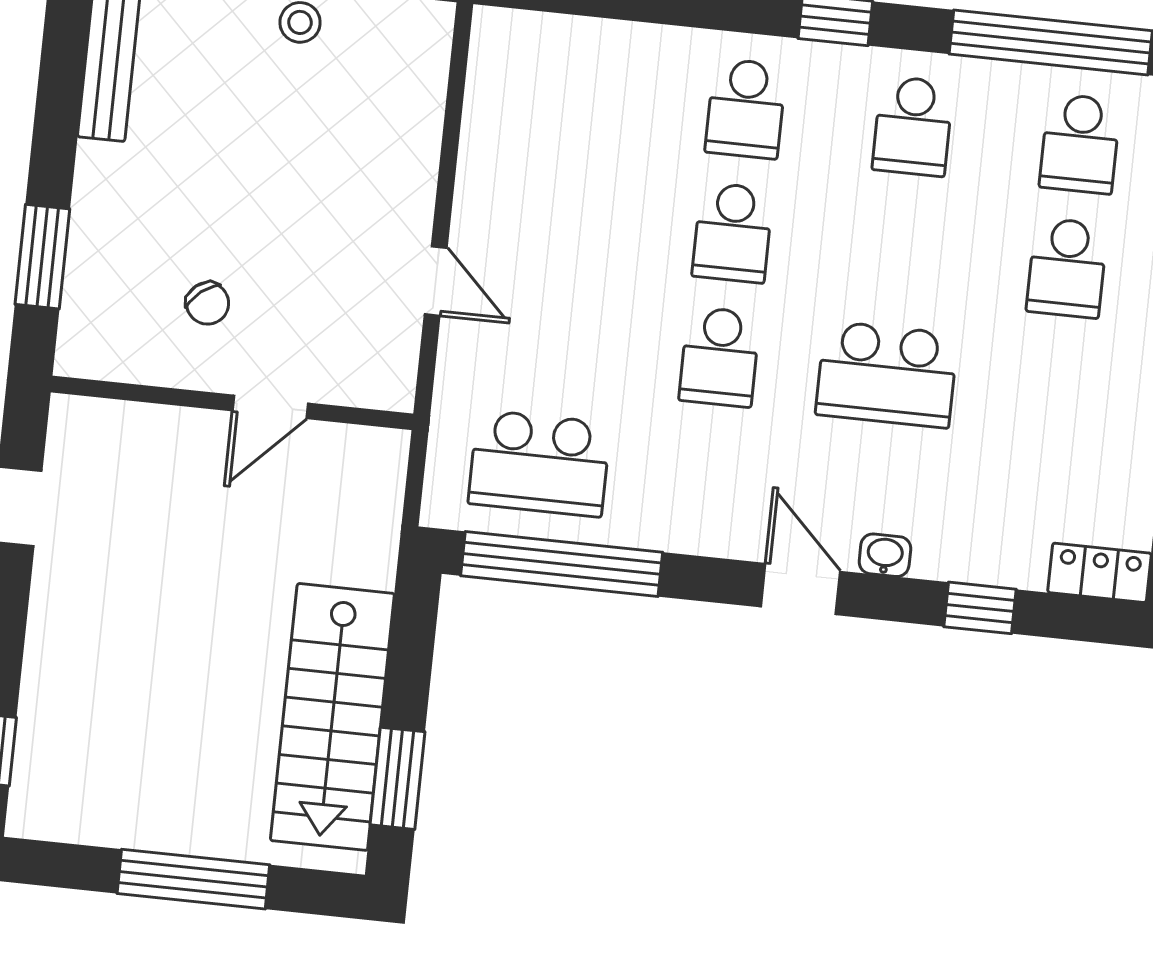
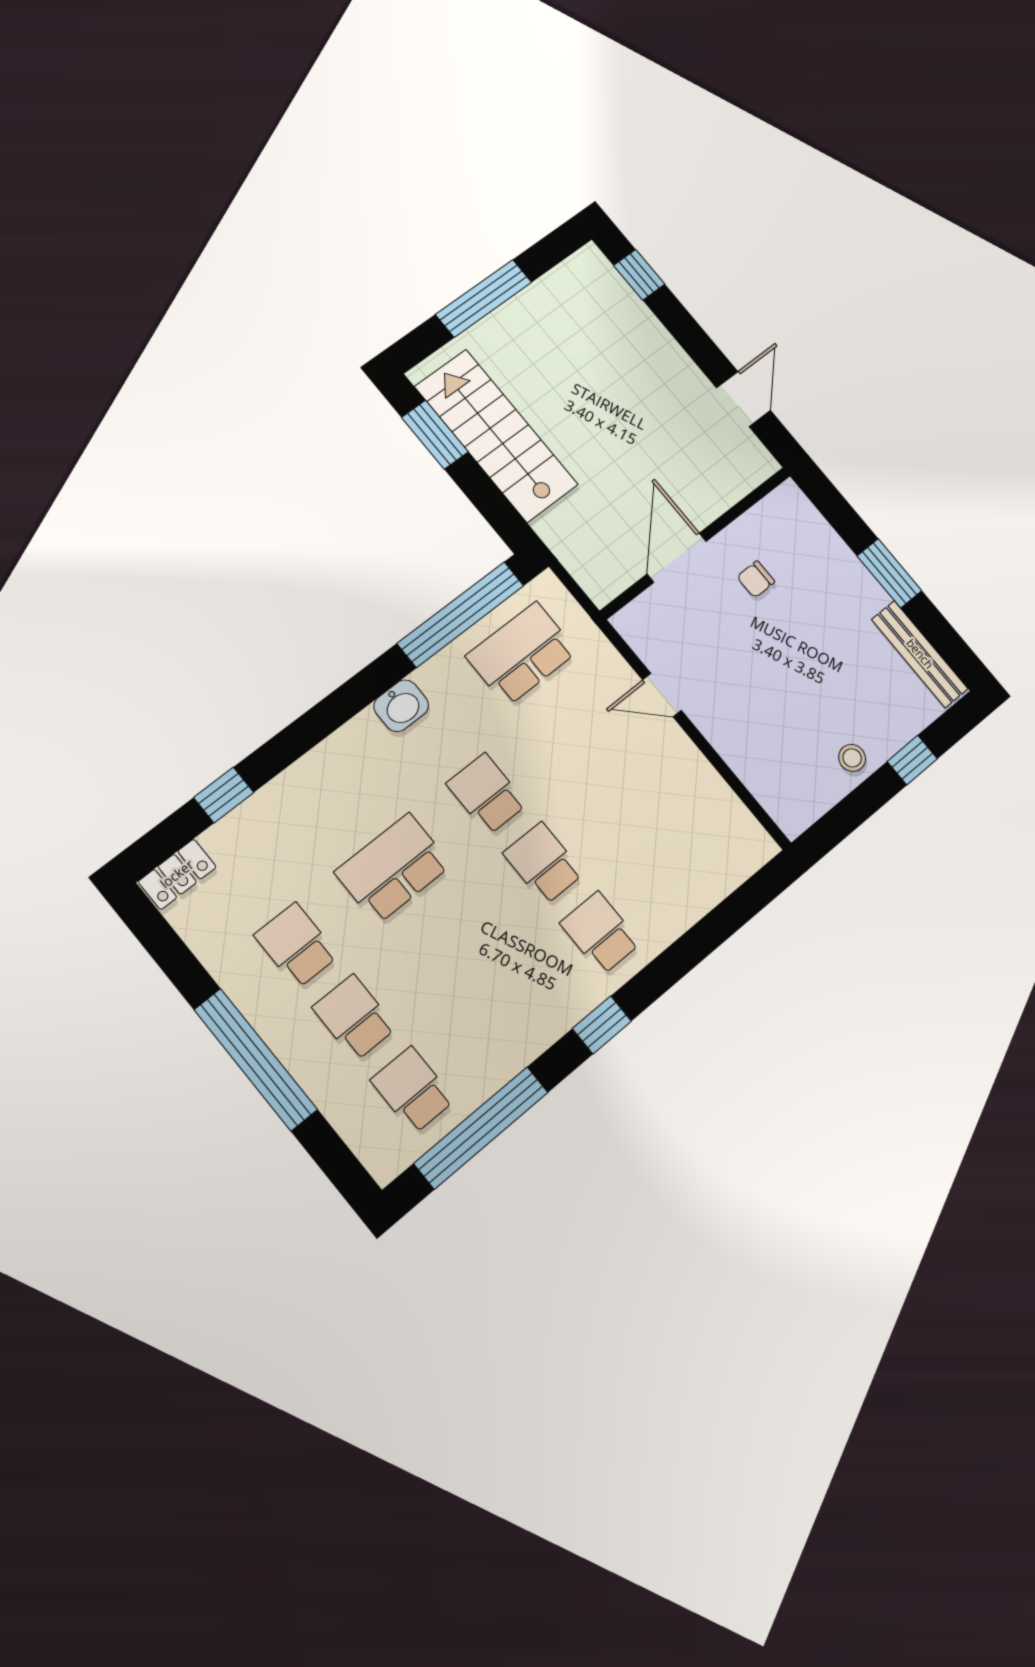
school desk: (913, 126) -> (296, 945), moved
window: (42, 257) -> (889, 573), moved
chair: (208, 303) -> (756, 579), turned -51
door: (270, 407) -> (677, 558), width x1.38
washbasin: (885, 555) -> (401, 706), moved, width x1.38, depth x1.45
door: (801, 589) -> (328, 716), removed

